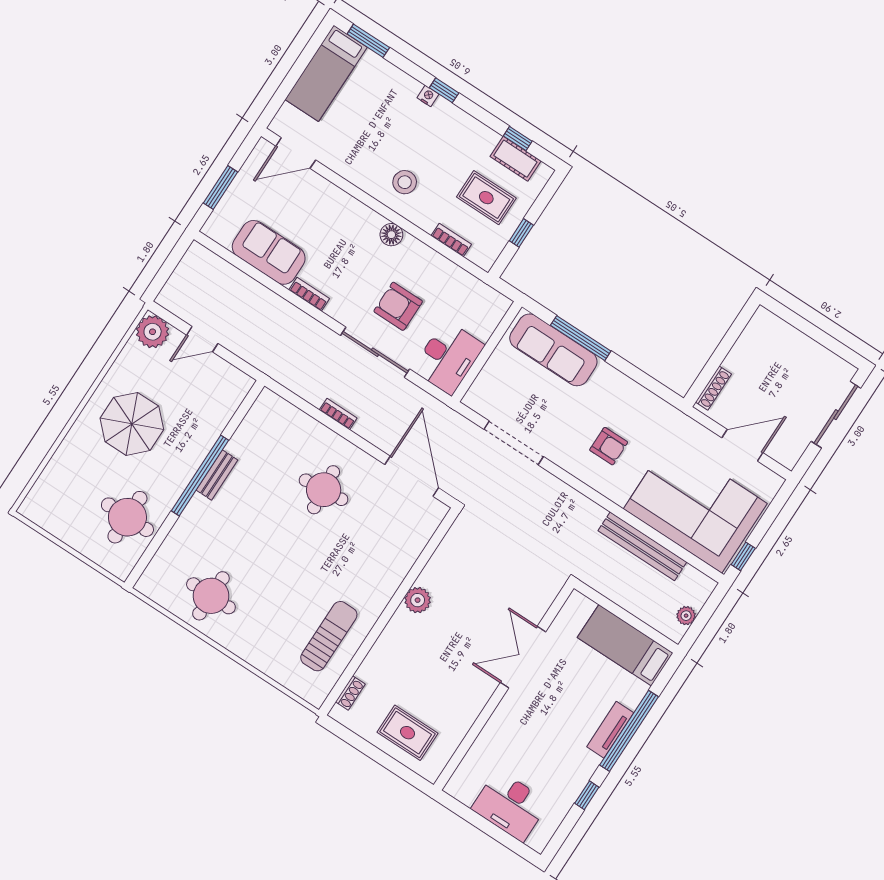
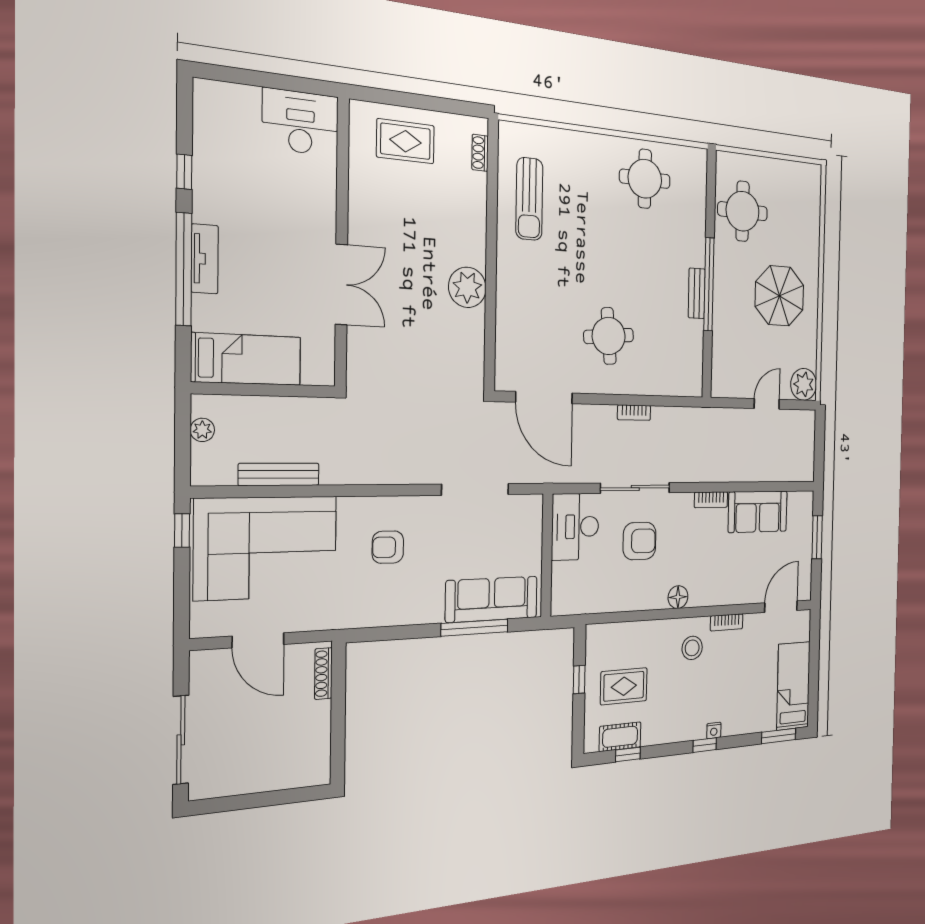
bookcase: (451, 240) -> (727, 622), moved
door: (742, 445) -> (258, 640), hinge flipped
bench: (642, 546) -> (279, 474), width x0.73, depth x0.82
plant: (418, 600) -> (467, 287), width x1.36, depth x1.36
desk: (510, 805) -> (300, 122), moved

